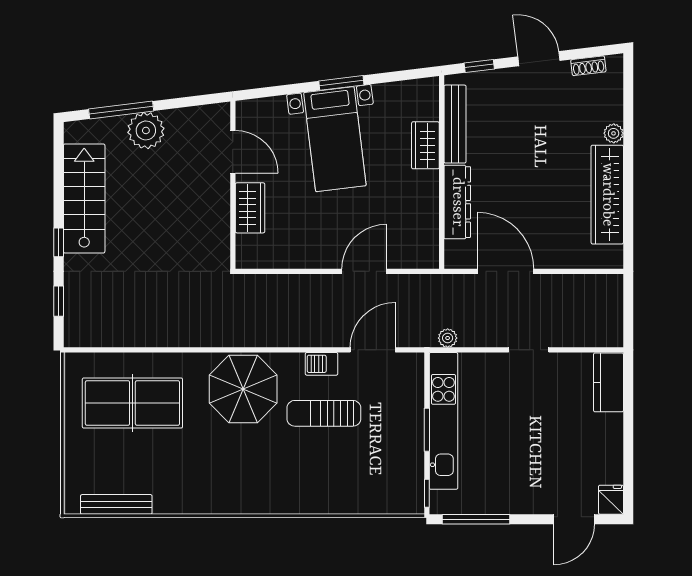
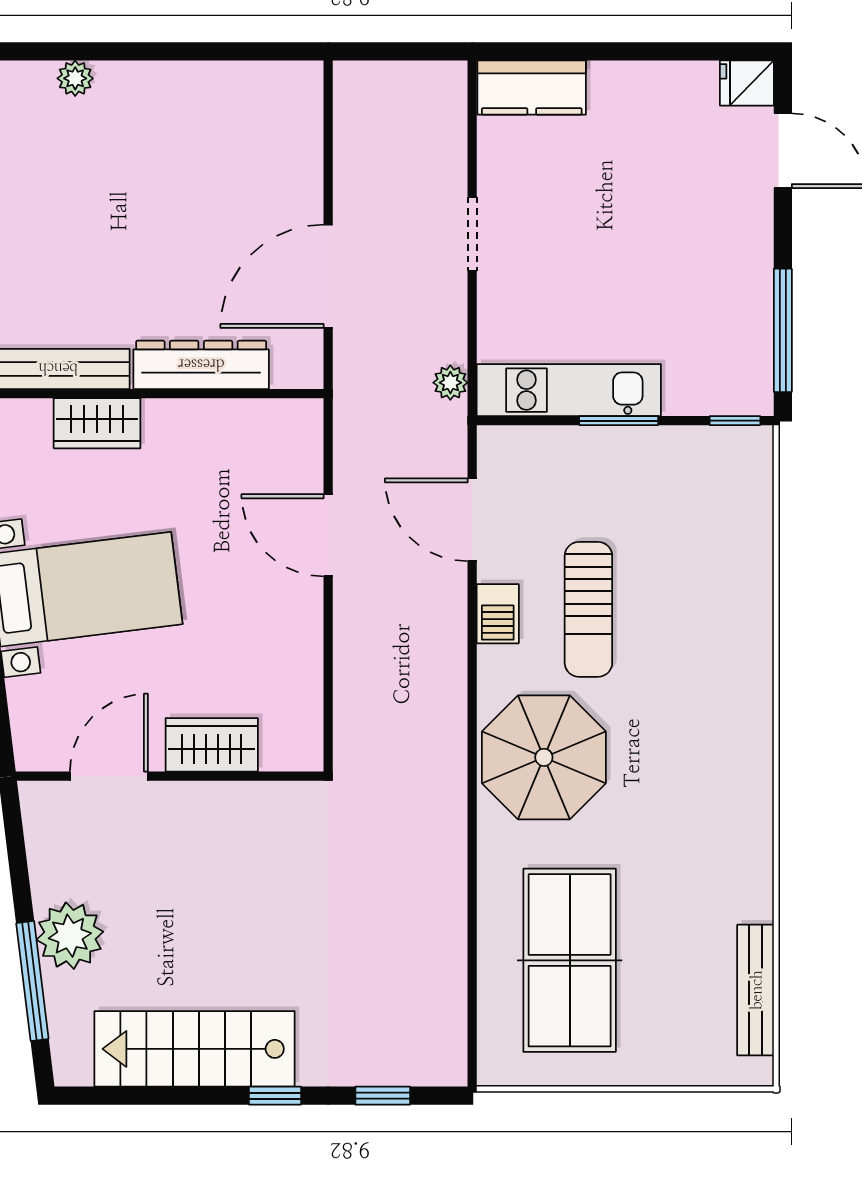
wardrobe: (607, 195) -> (187, 90), removed
kitchen unit: (443, 421) -> (569, 390), width x0.73

